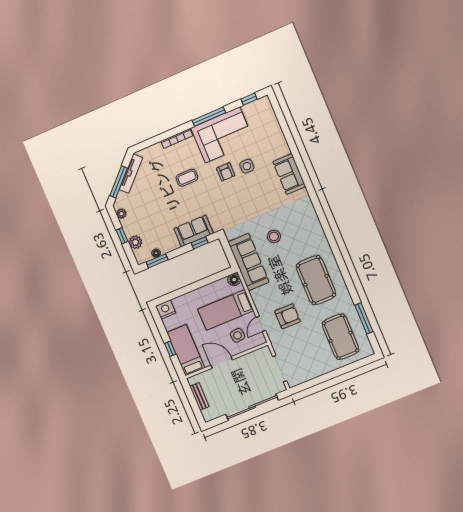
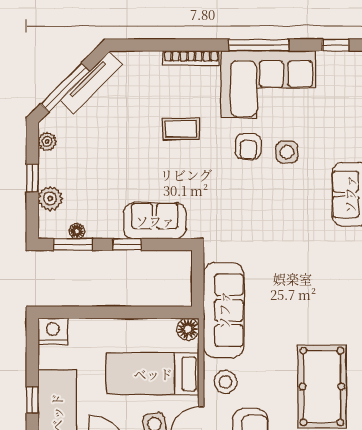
stool: (274, 237) -> (226, 382), moved
window: (200, 243) -> (127, 244), moved

